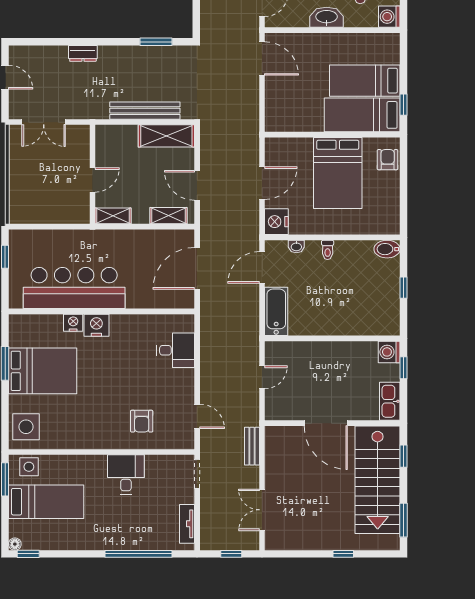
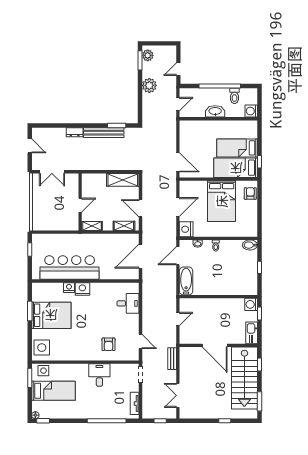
door: (262, 58) -> (178, 162), moved
bench: (145, 111) -> (104, 133), moved

